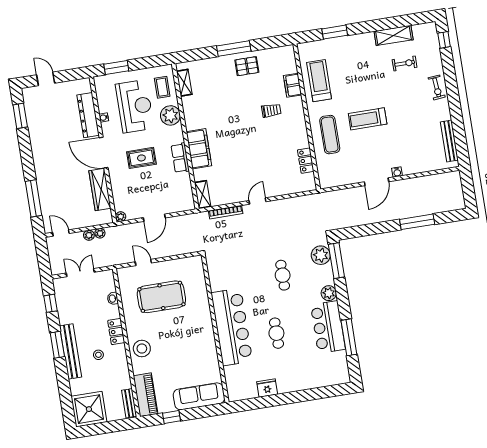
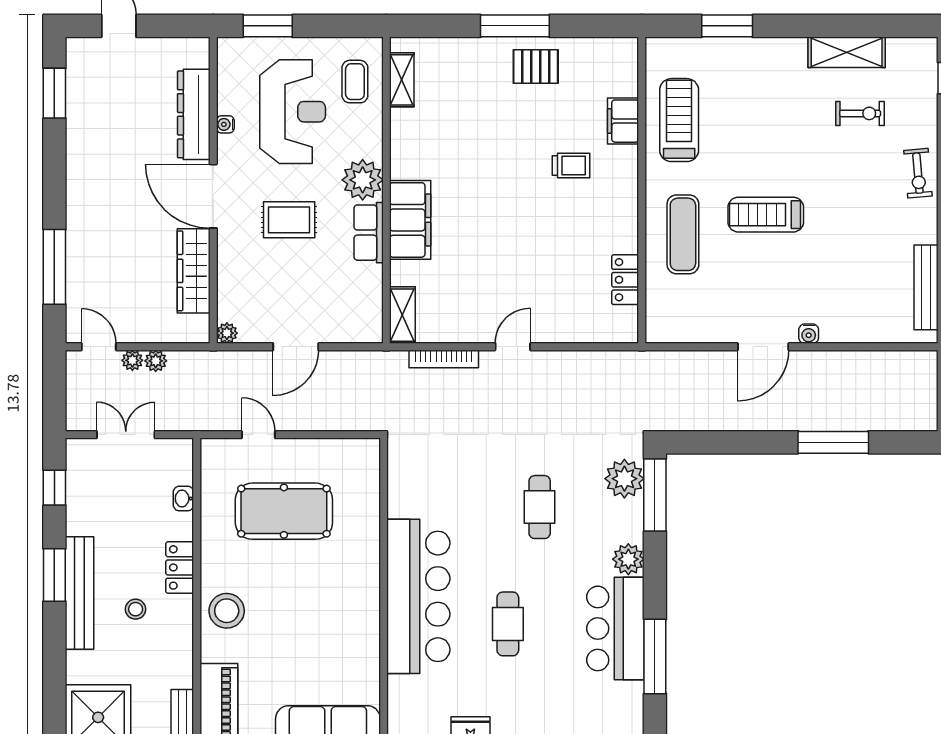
plant: (170, 115) -> (363, 180), moved
plant: (100, 233) -> (132, 360), moved

